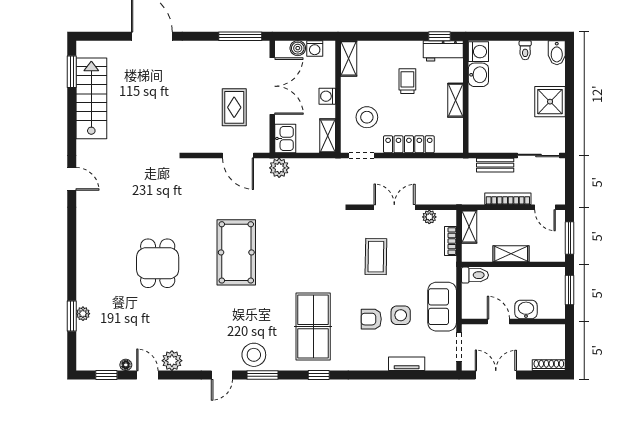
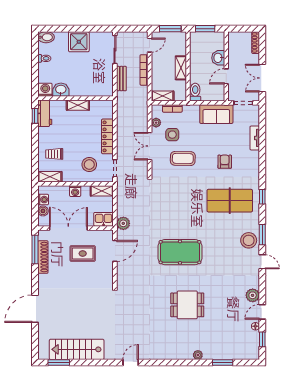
shoe rack: (229, 48) -> (43, 257), added
trolley: (407, 81) -> (54, 154), moved
plant: (83, 314) -> (198, 355), moved
side table: (401, 315) -> (172, 135), moved
armchair: (371, 319) -> (225, 162), turned 180

